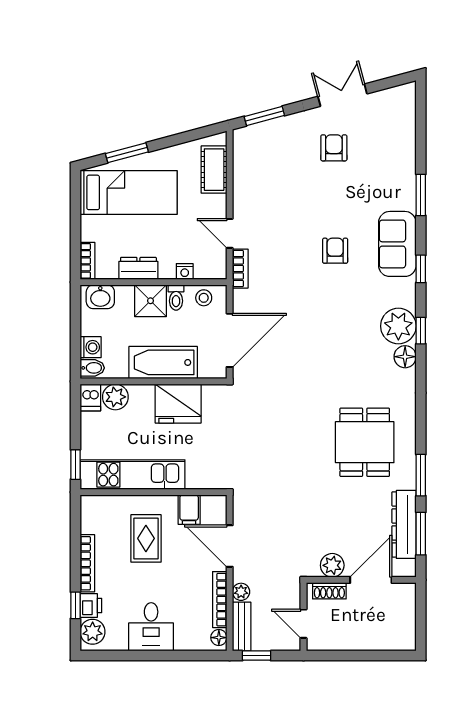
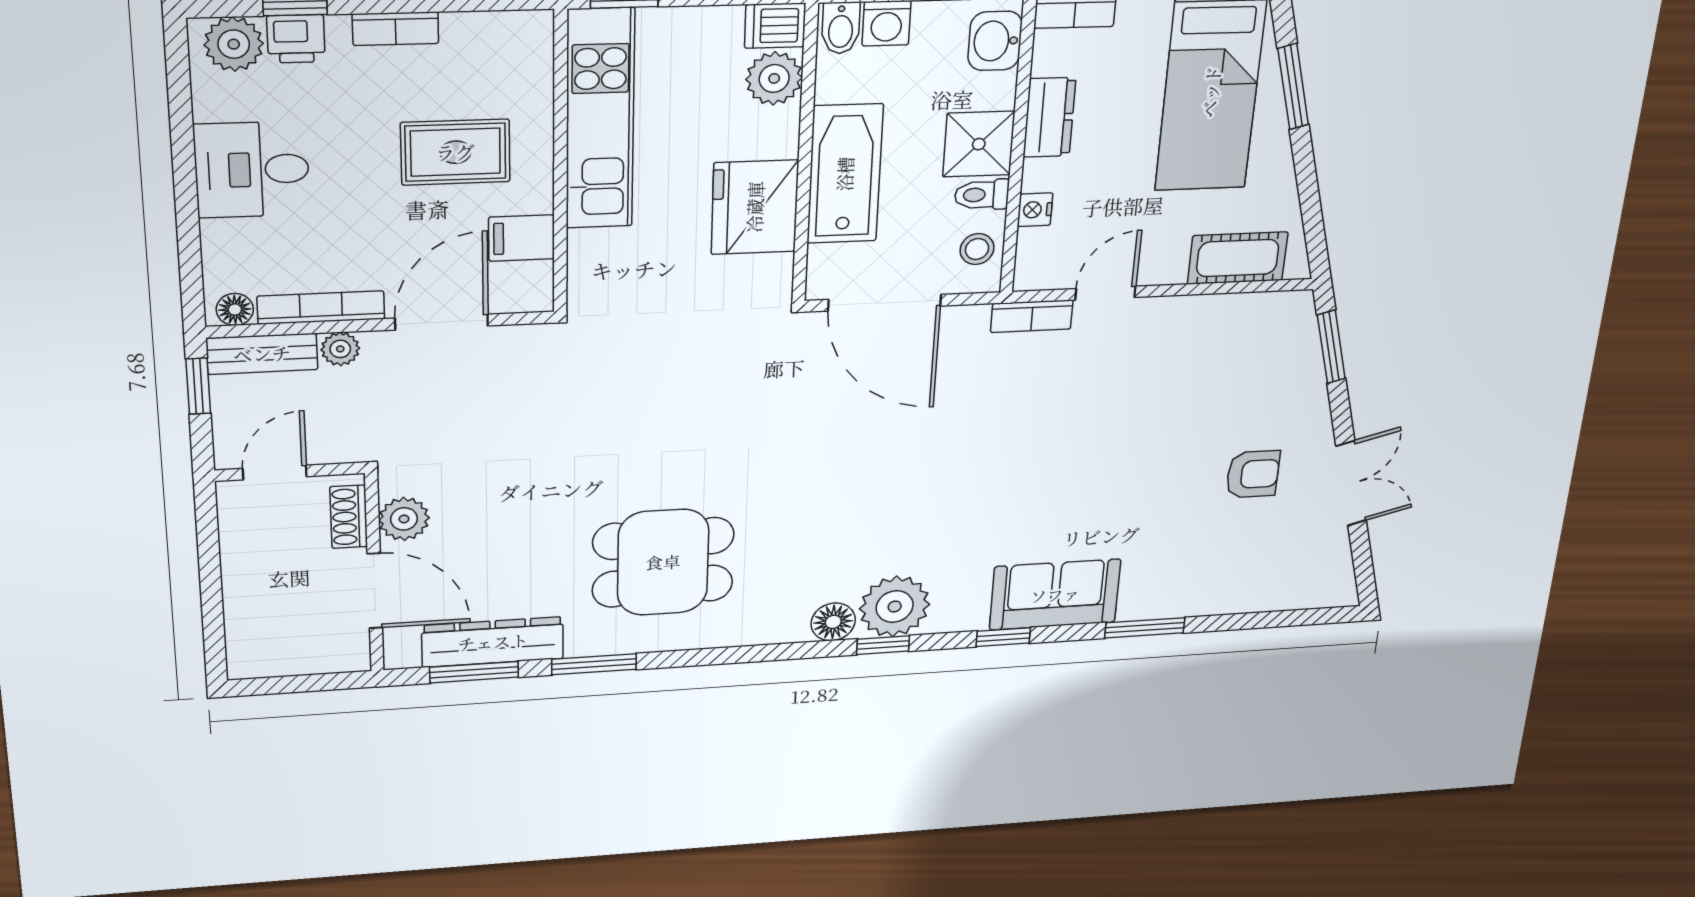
armchair: (335, 251) -> (1052, 488), removed
bookcase: (87, 563) -> (396, 29), width x0.64

